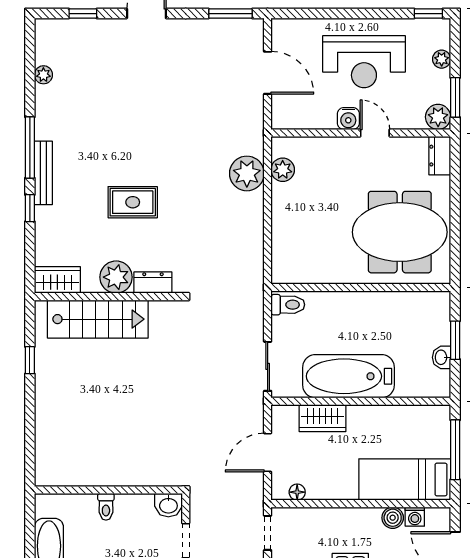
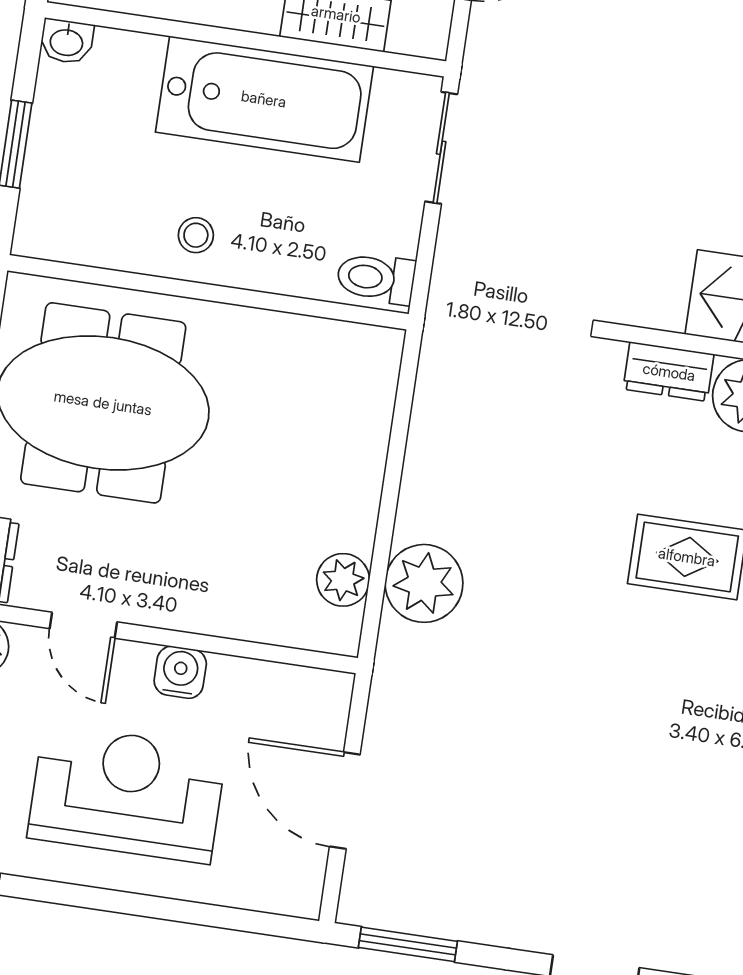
door: (375, 133) -> (83, 625), moved
stool: (370, 312) -> (196, 235), added
washbasin: (442, 357) -> (67, 41), moved, turned 90

